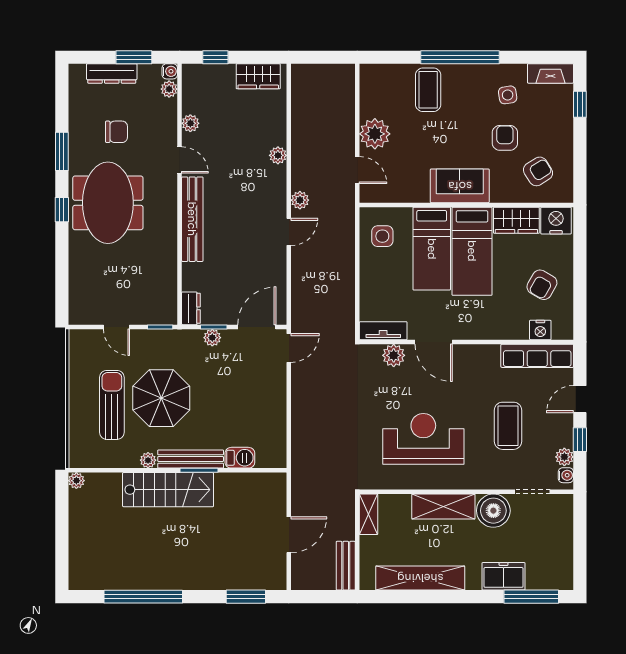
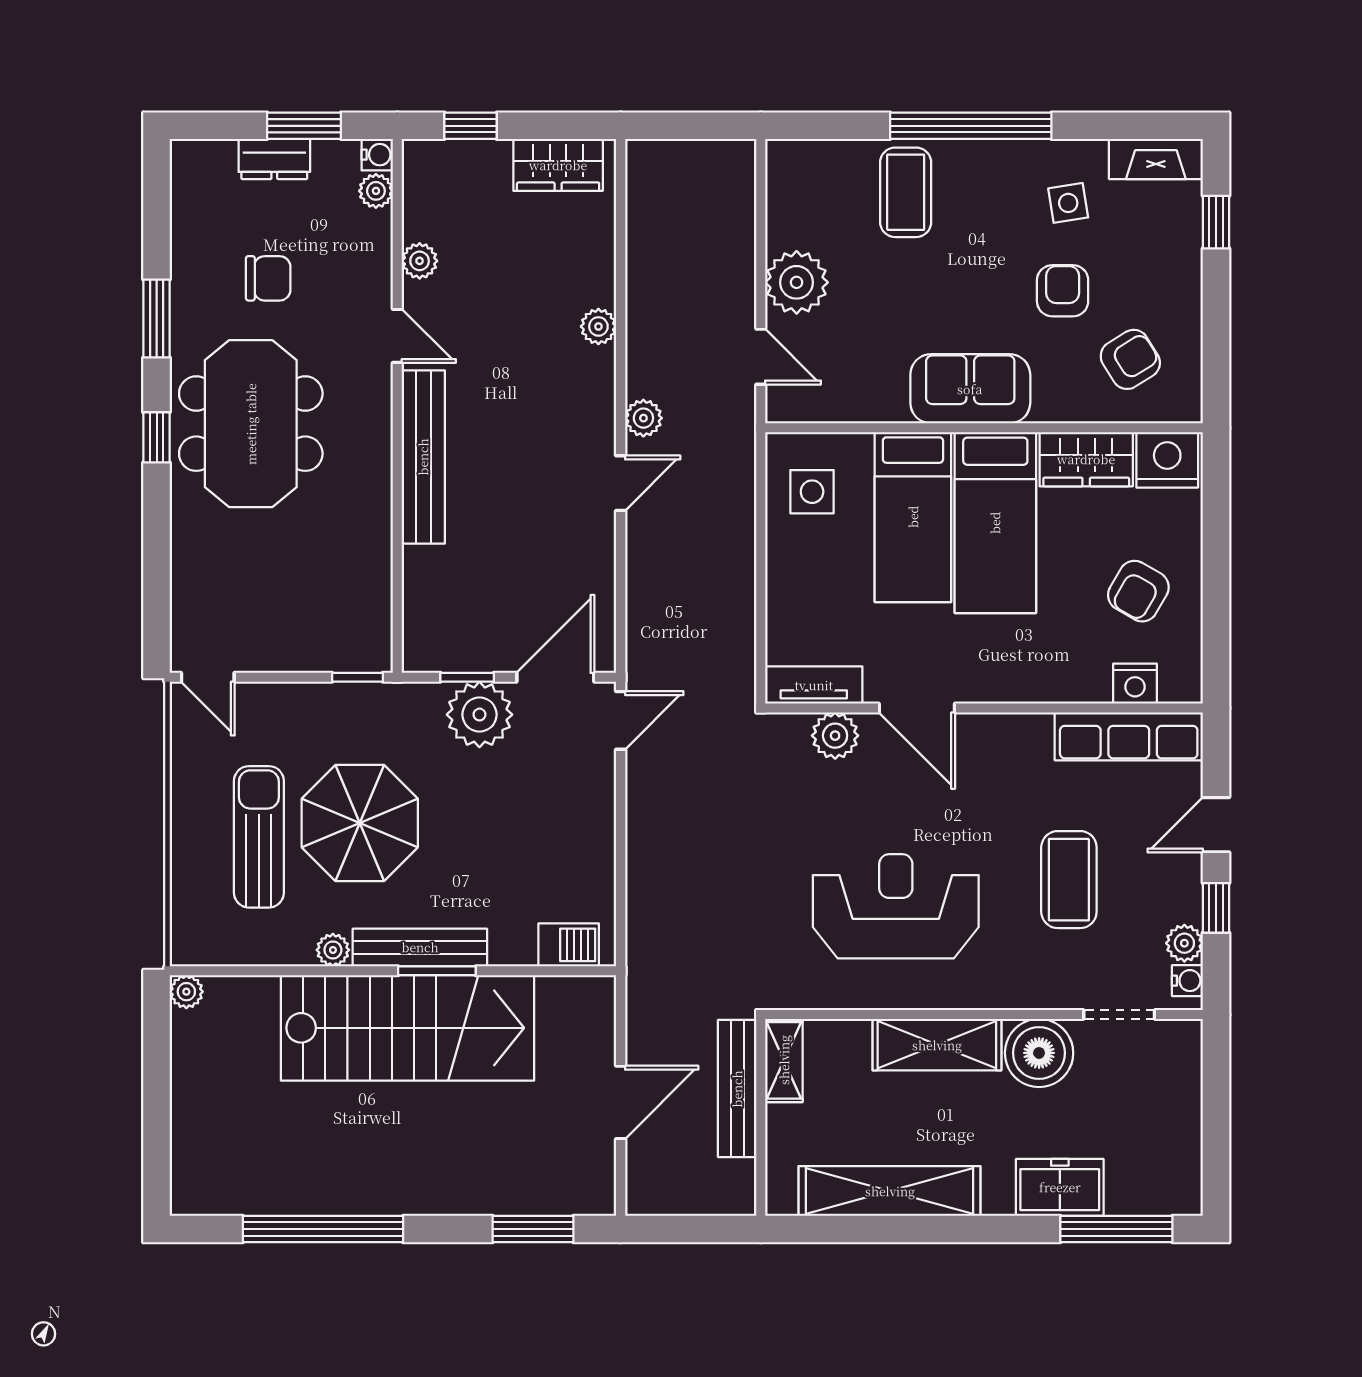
dresser: (112, 73) -> (274, 159), width x0.70
dresser: (191, 308) -> (421, 639), removed
door: (117, 327) -> (208, 677), moved
plant: (212, 338) -> (479, 715), width x1.87, depth x1.87
barbecue: (240, 458) -> (569, 945), moved
stairs: (168, 490) -> (408, 1028), width x1.36, depth x1.51
bench: (346, 566) -> (737, 1089), moved, width x1.36

